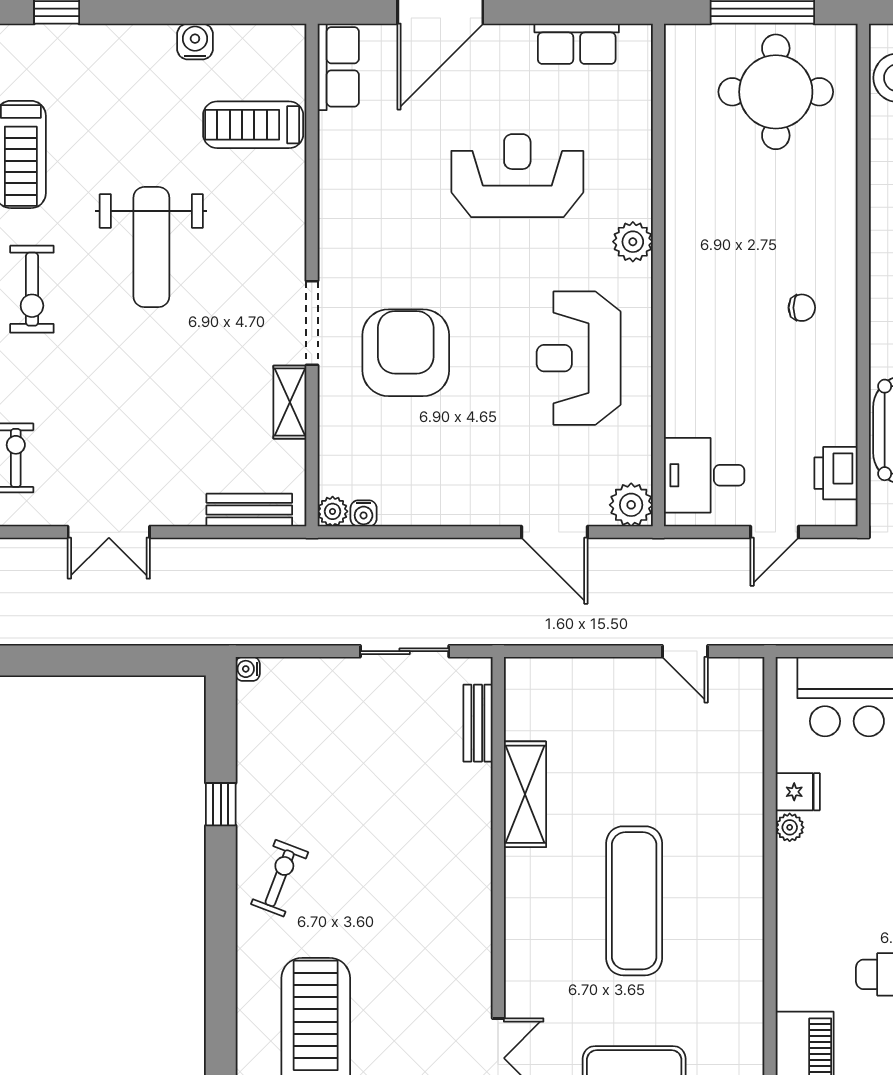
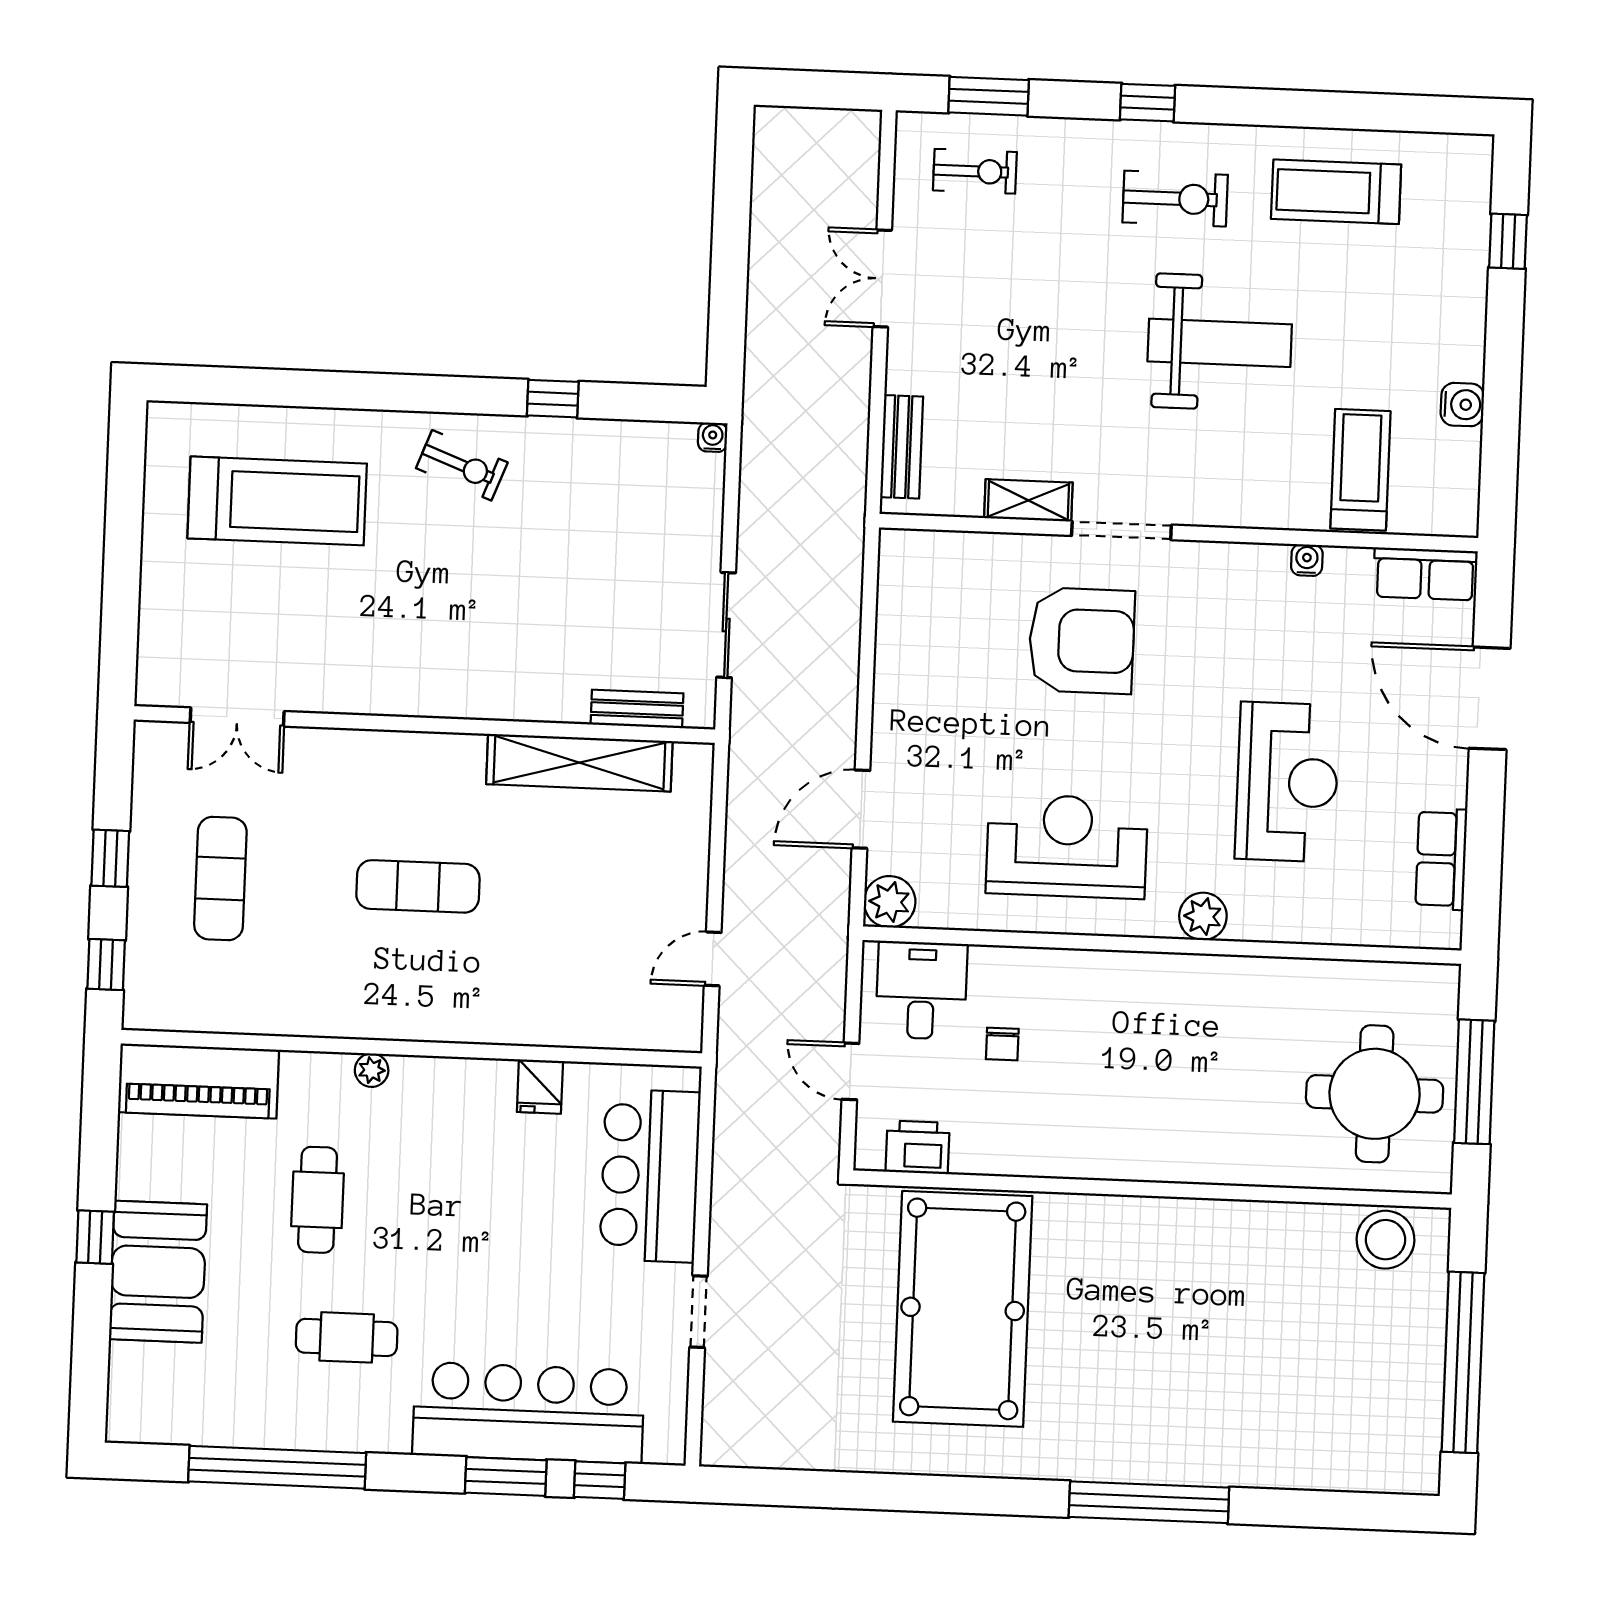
weight bench: (151, 247) -> (1220, 343), turned 180
exercise bike: (32, 289) -> (1175, 199), turned 180
chair: (802, 308) -> (1002, 1044), moved
plant: (333, 511) -> (896, 546), removed
water cooler: (364, 513) -> (1307, 560), moved, turned 90
shelving: (525, 794) -> (579, 763), width x1.47
plant: (790, 827) -> (372, 1070), moved
exercise mat: (634, 901) -> (418, 886), width x0.73, depth x0.69

